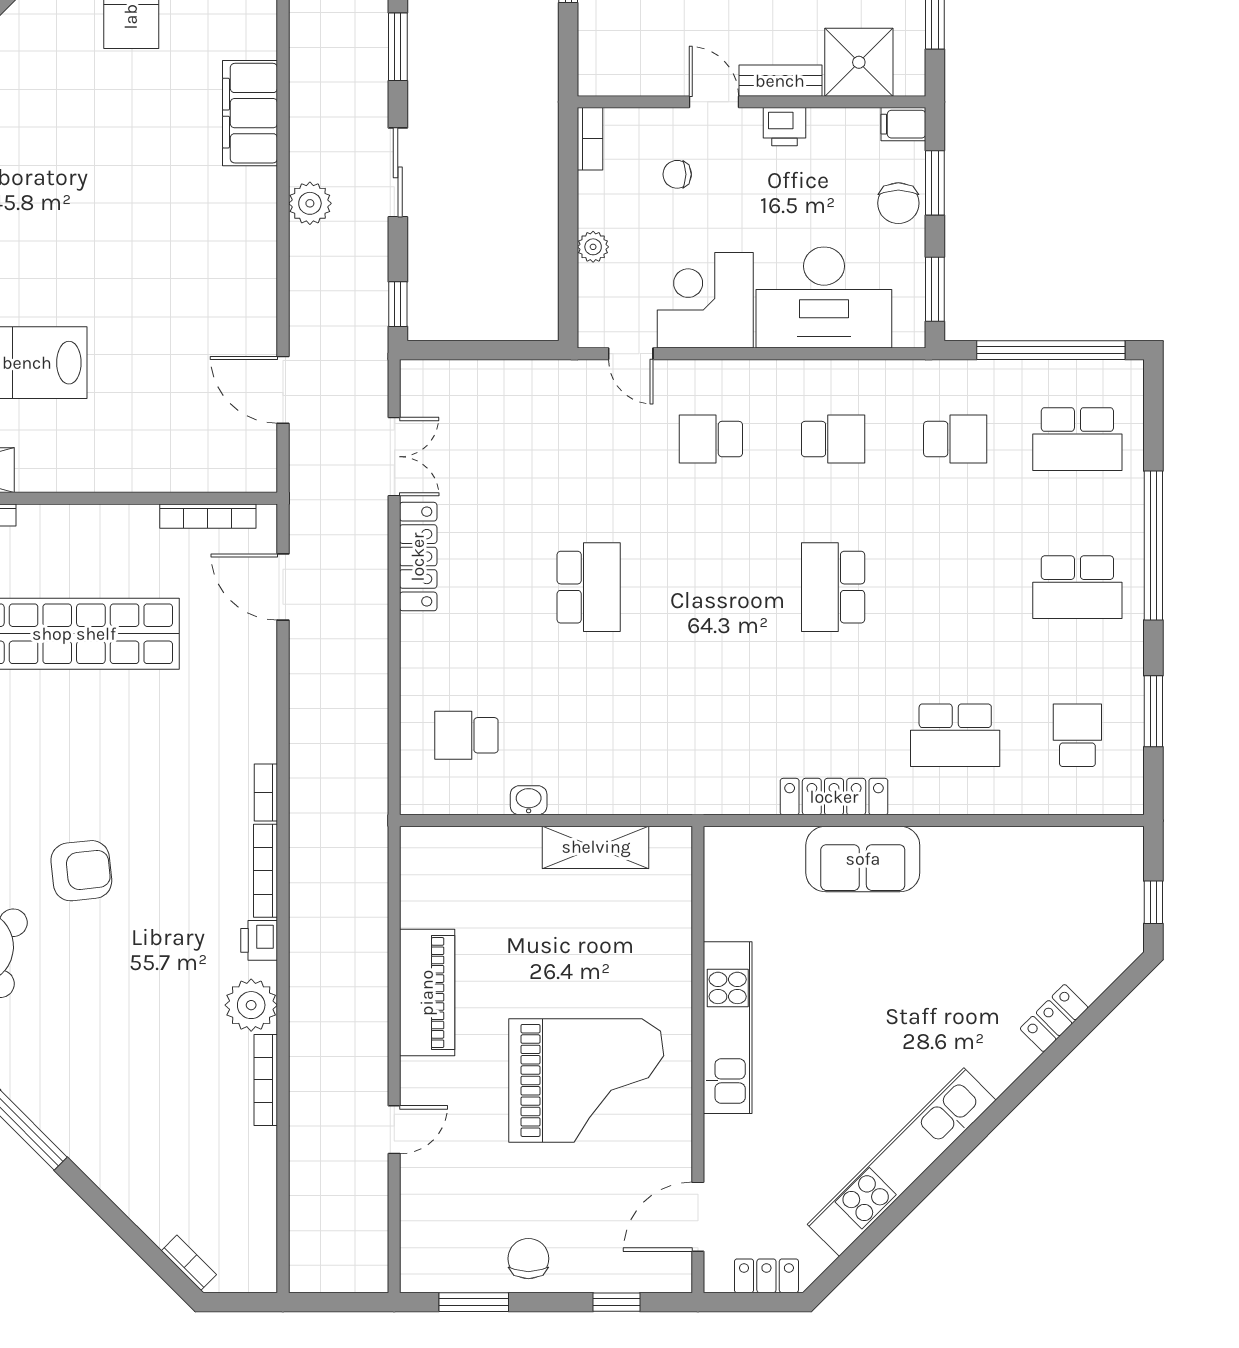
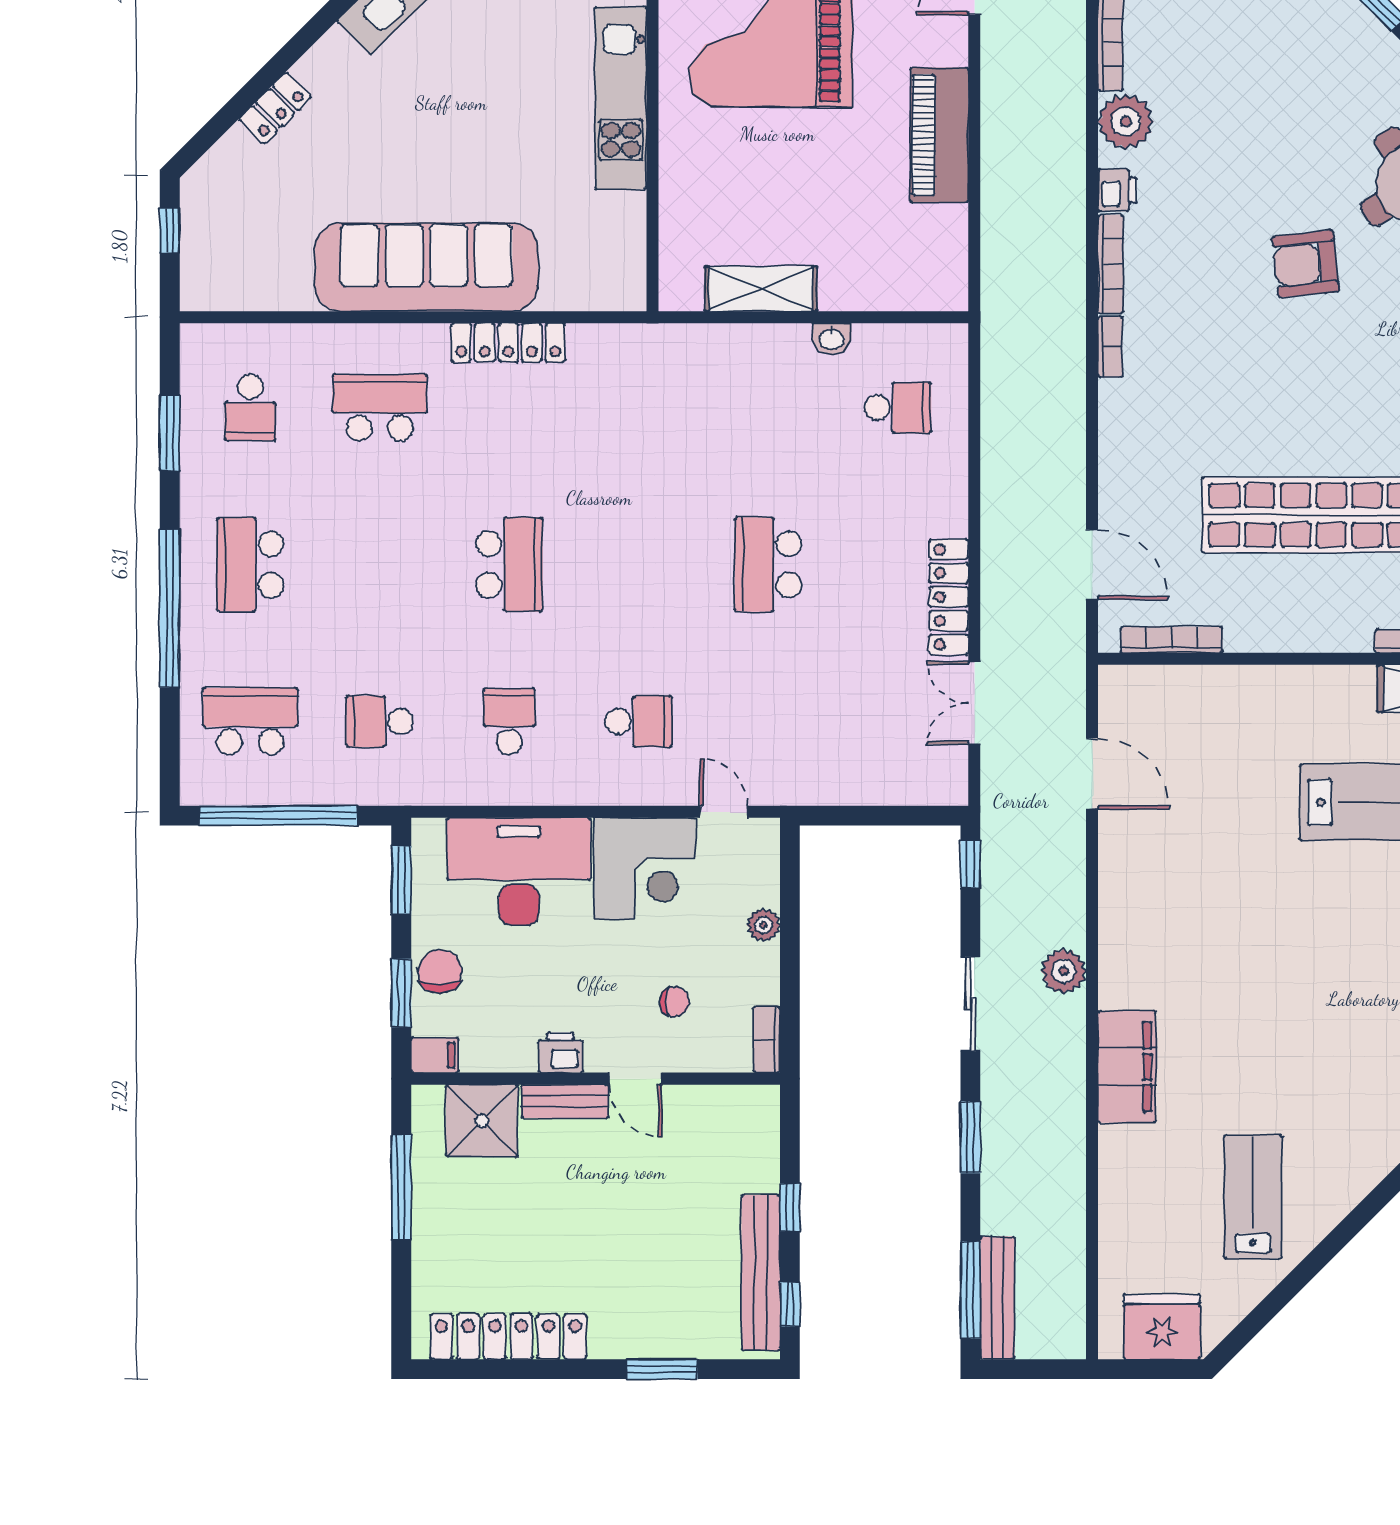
school desk: (833, 439) -> (509, 721), turned 90
school desk: (1077, 587) -> (250, 564), turned -90
sofa: (863, 859) -> (426, 267), width x1.85, depth x1.27

